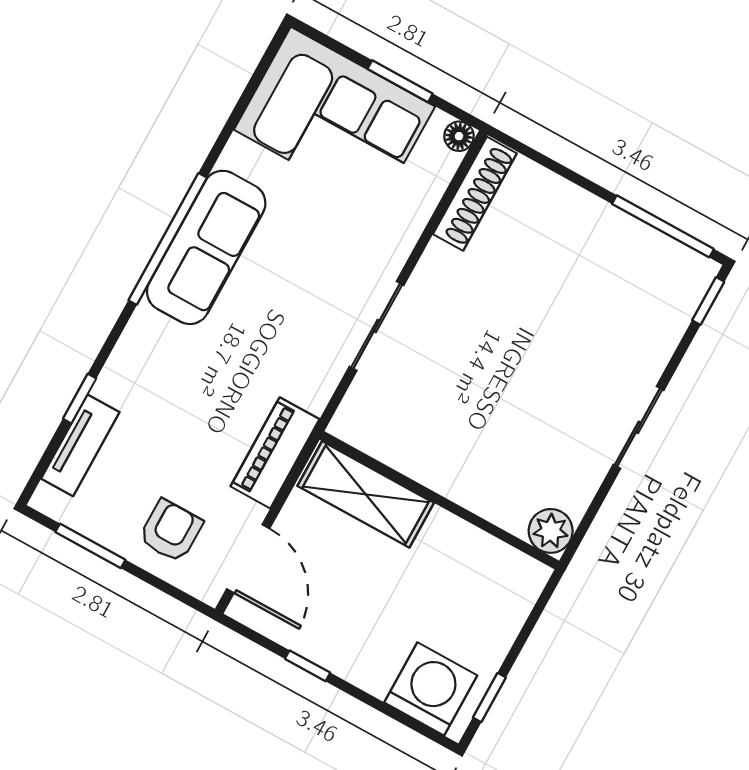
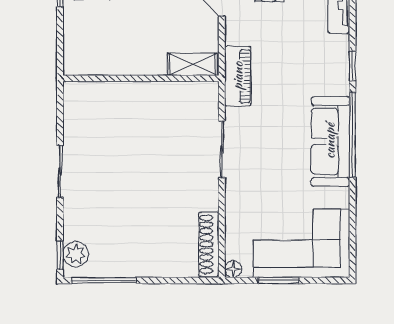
window: (80, 399) -> (352, 66), moved
piano: (275, 453) -> (238, 76), moved
shelving: (366, 494) -> (192, 64), width x0.67, depth x0.75
plant: (551, 531) -> (76, 254), moved

